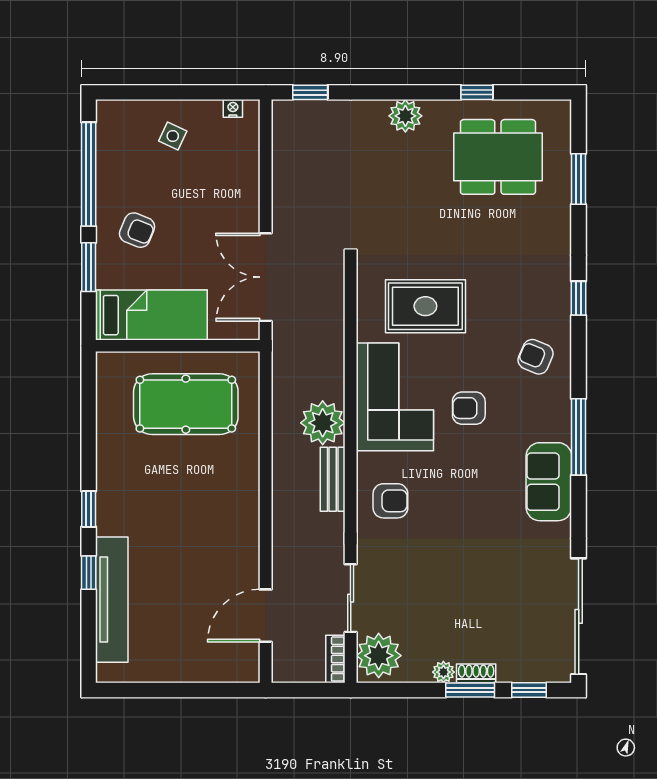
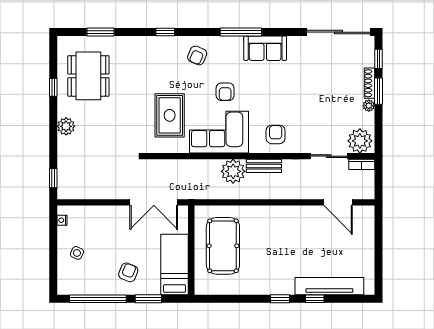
shoe rack: (476, 673) -> (369, 83), width x1.43

